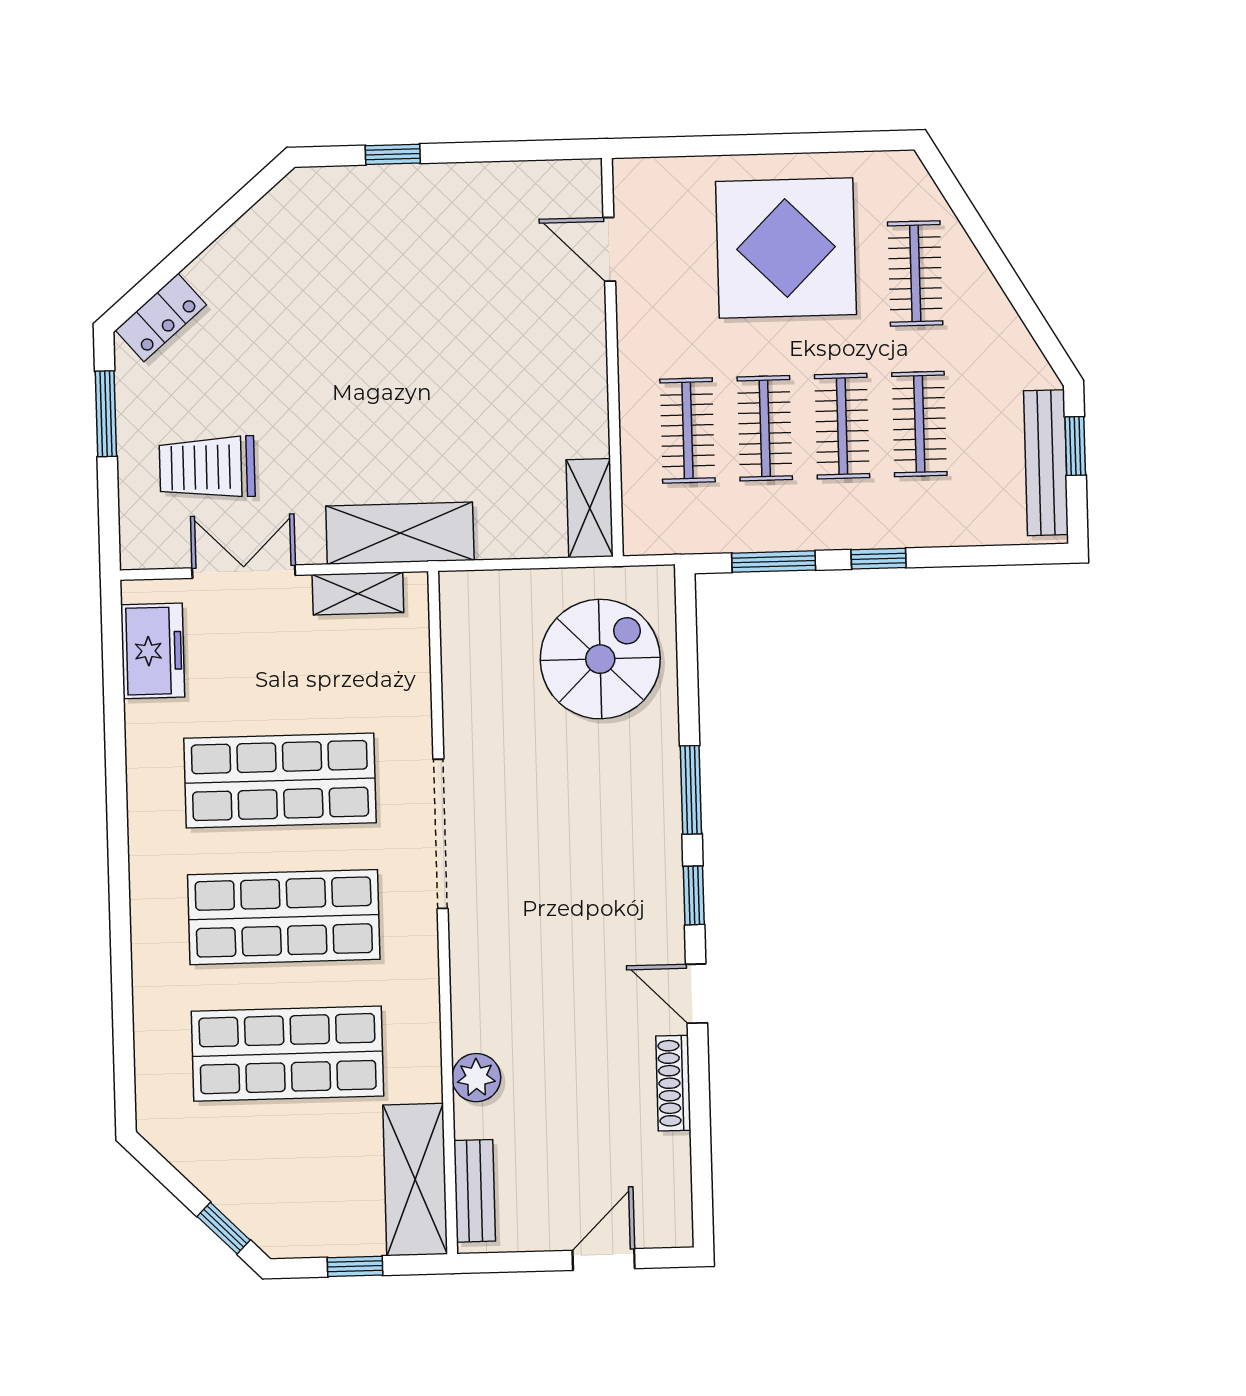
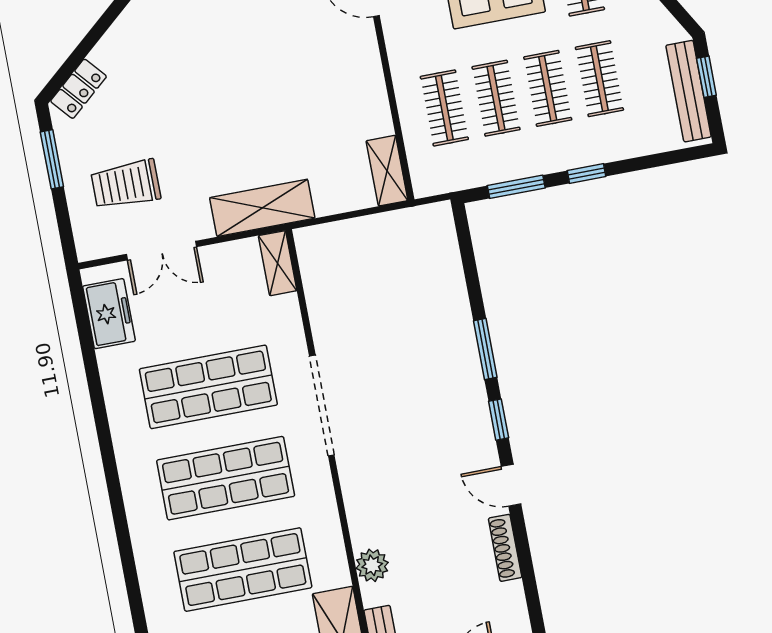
double door: (244, 572) -> (161, 251), swing flipped
shelving: (358, 594) -> (278, 263), moved, turned 90
spiral stairs: (600, 659) -> (410, 271), removed

